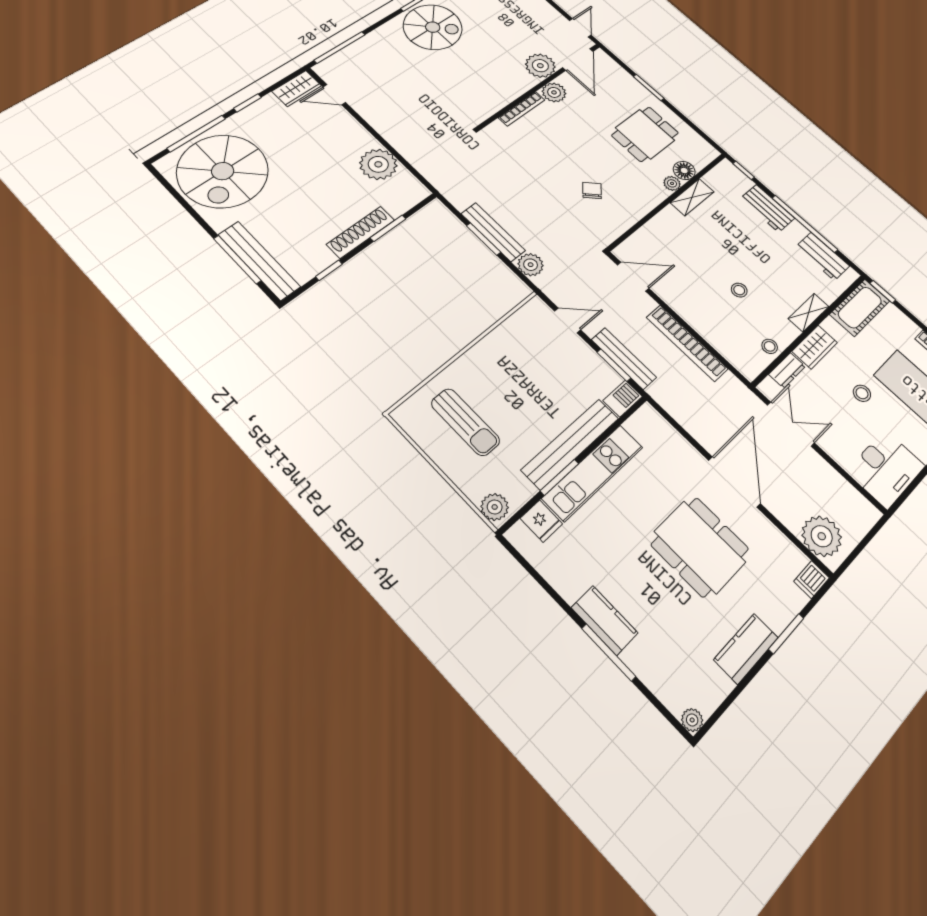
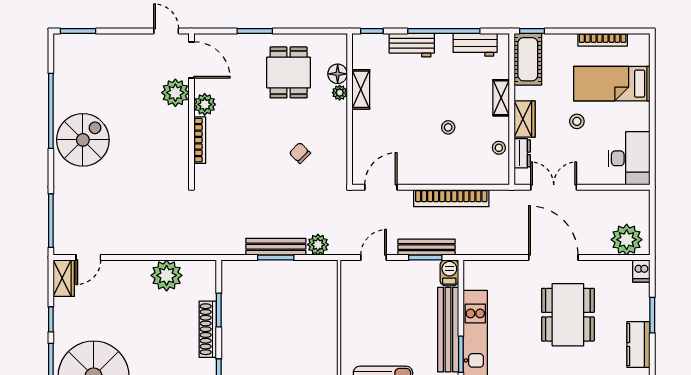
dining table: (700, 547) -> (568, 315), turned 90

